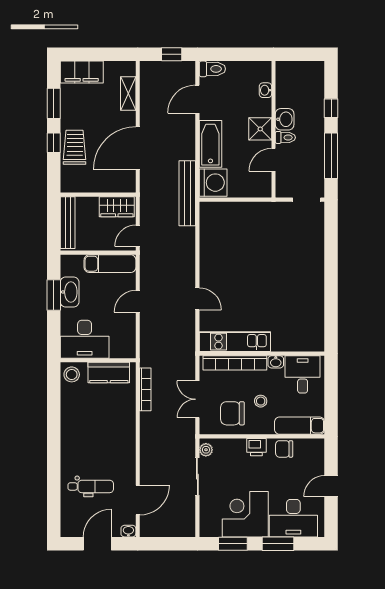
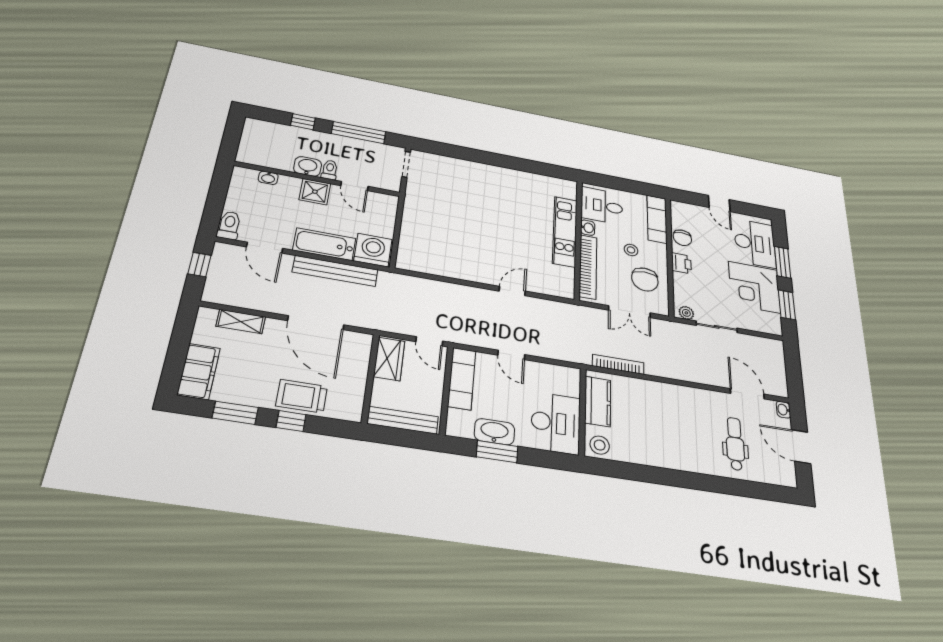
bench: (187, 193) -> (335, 271), moved
kitchen unit: (235, 342) -> (565, 232), moved

